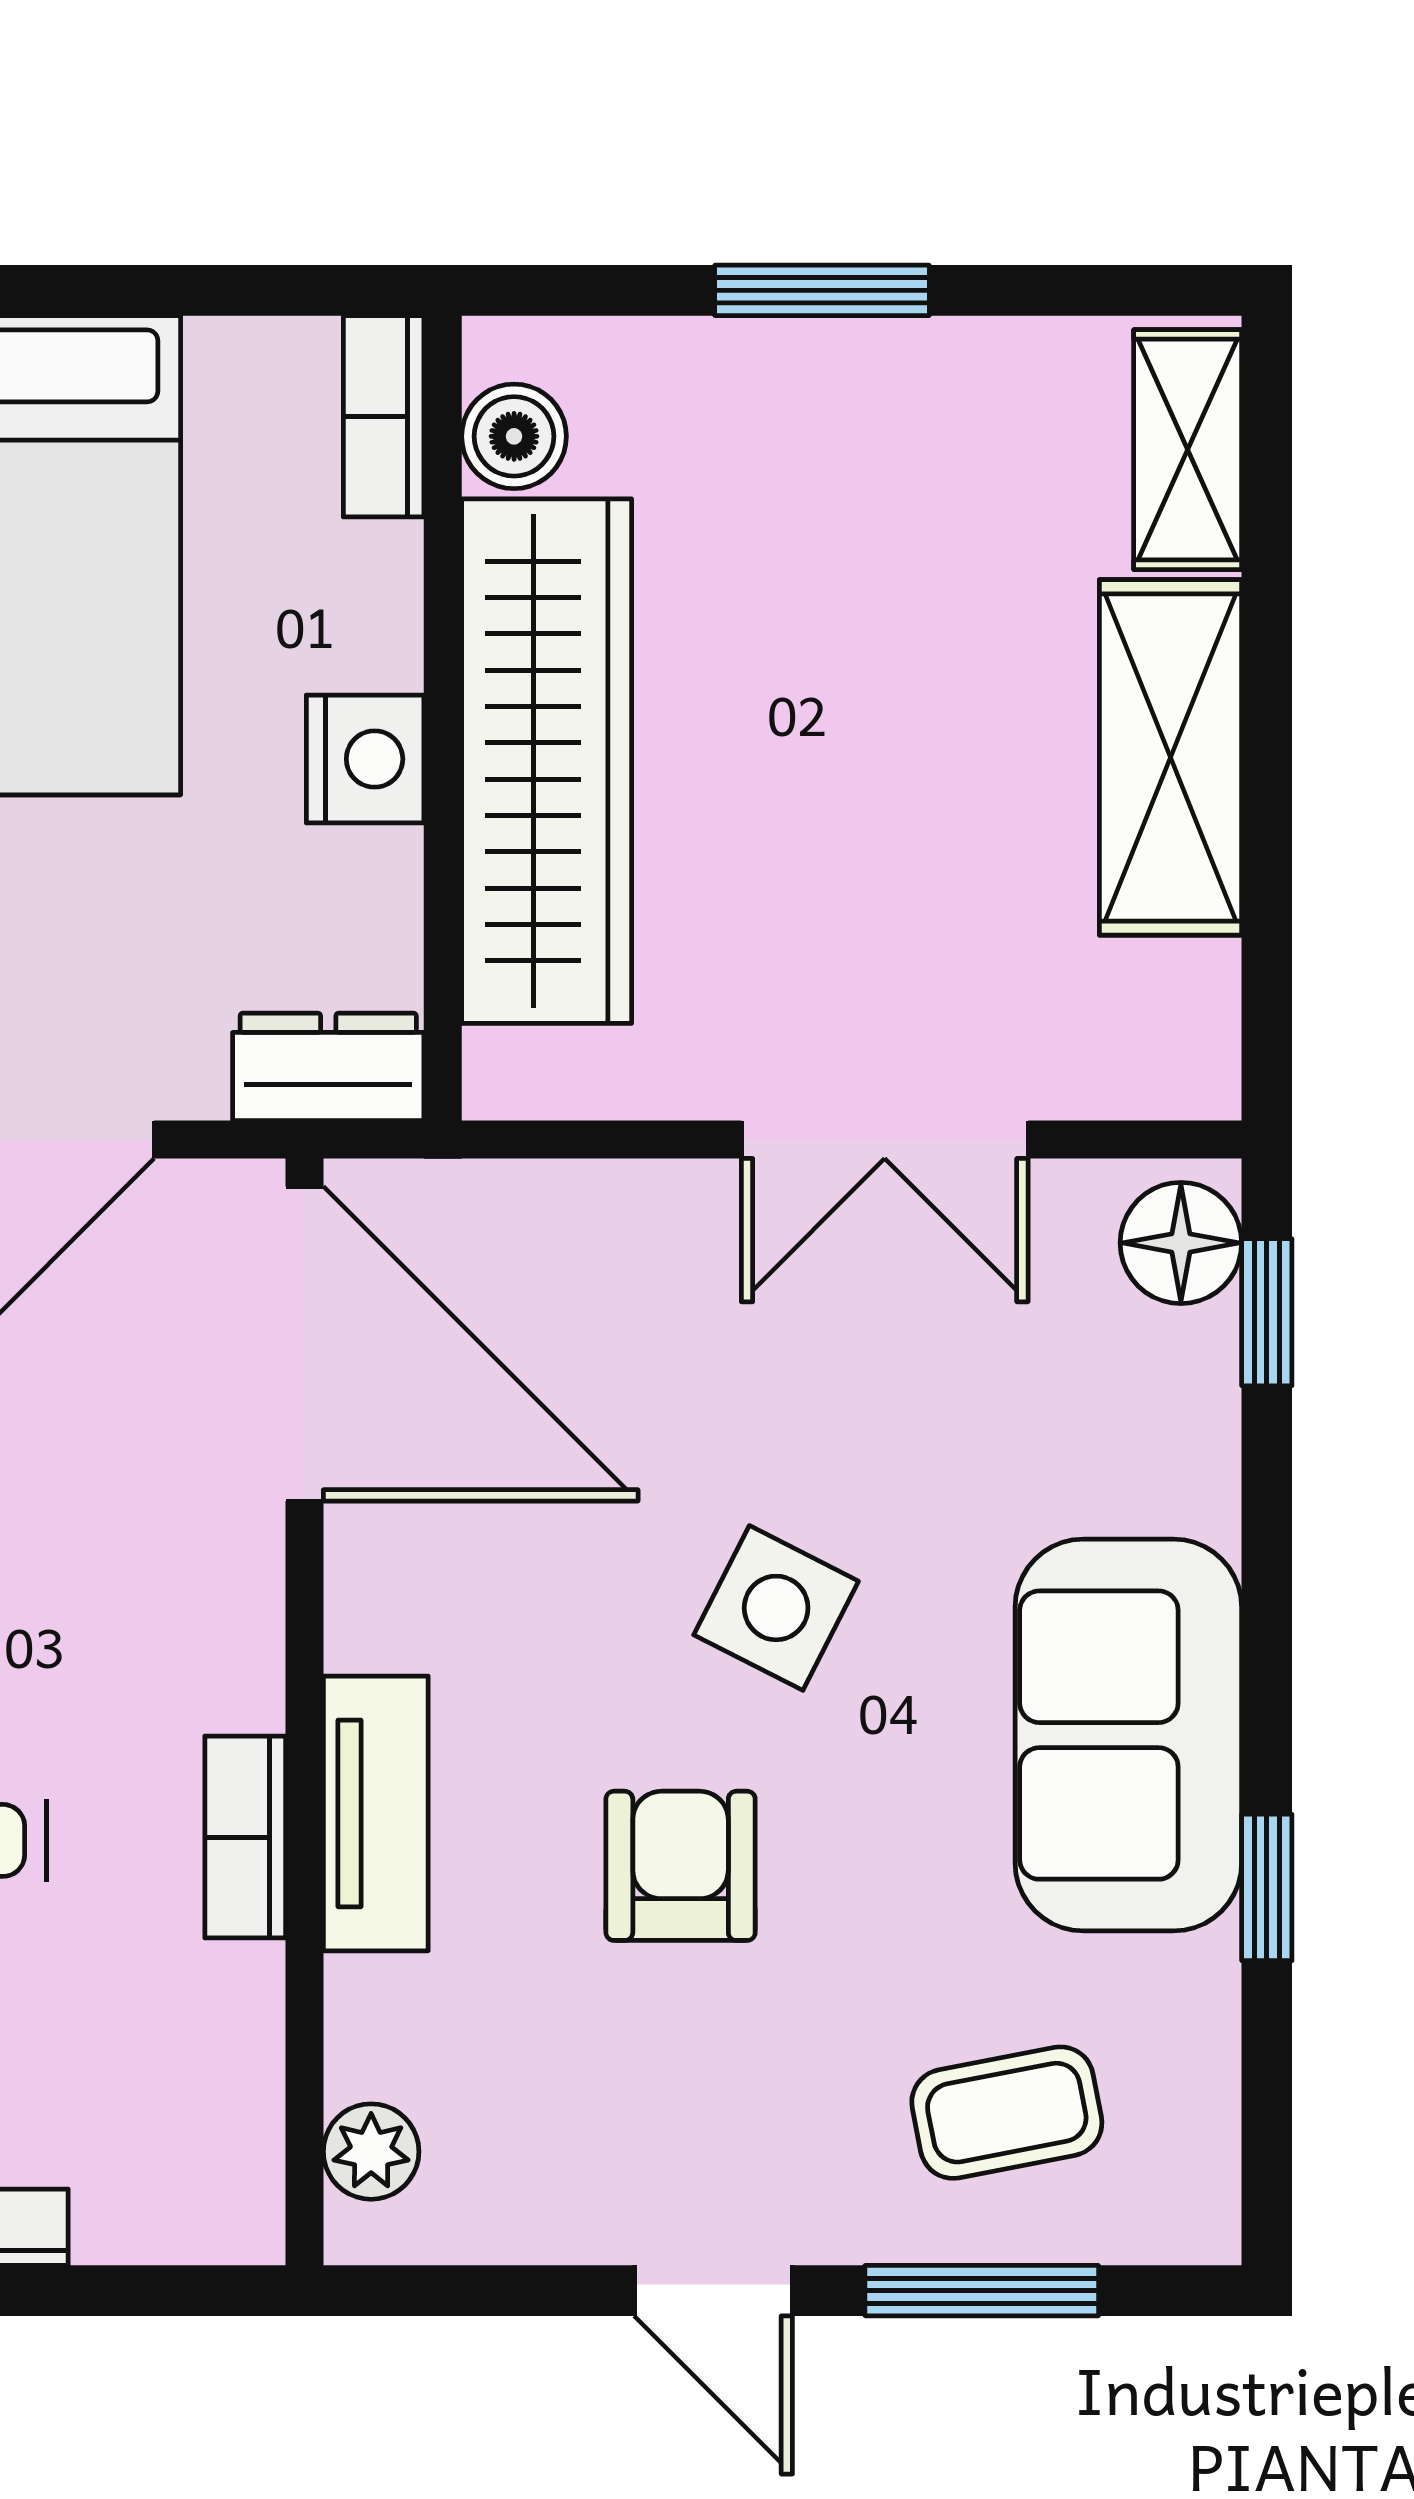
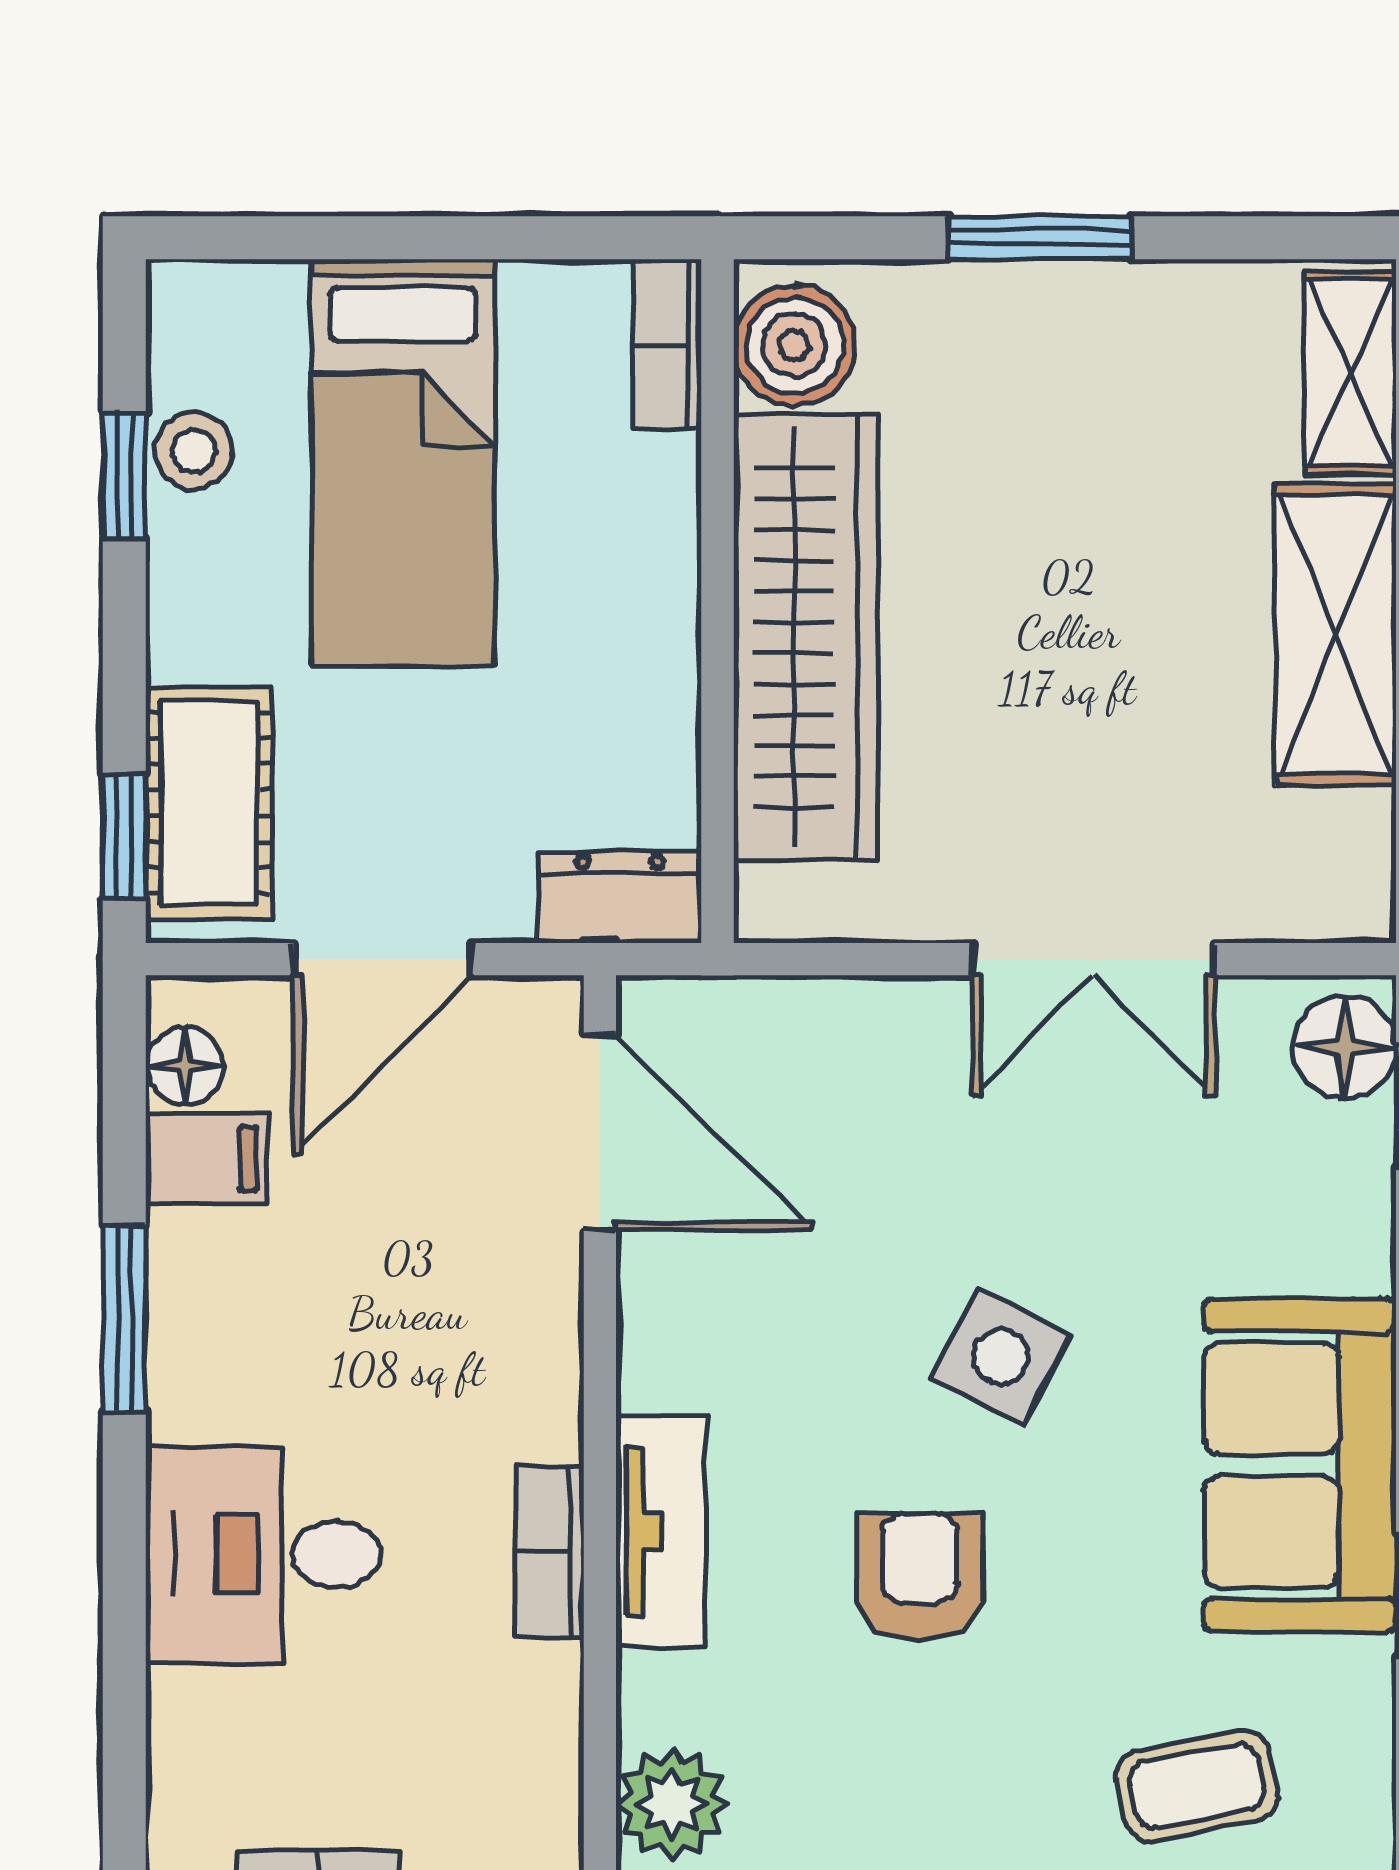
boiler: (514, 436) -> (794, 346), width x1.36, depth x1.36
nightstand: (365, 759) -> (652, 636), removed
door: (304, 1344) -> (600, 1133), width x0.73
plant: (371, 2152) -> (672, 1804), width x1.38, depth x1.38

